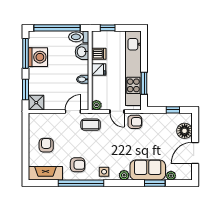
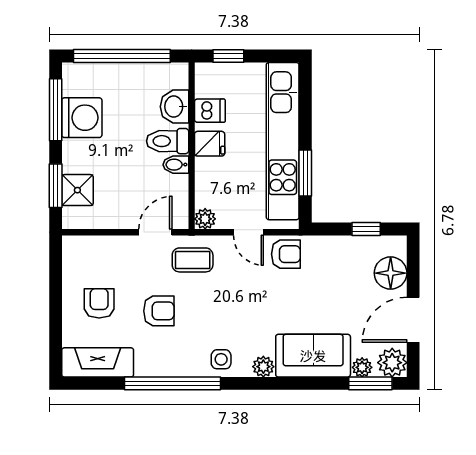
toilet: (79, 37) -> (168, 141), moved
shower: (36, 103) -> (77, 190), moved
armchair: (78, 165) -> (159, 311), moved
plant: (185, 173) -> (392, 363), added
window: (155, 183) -> (370, 383), moved

